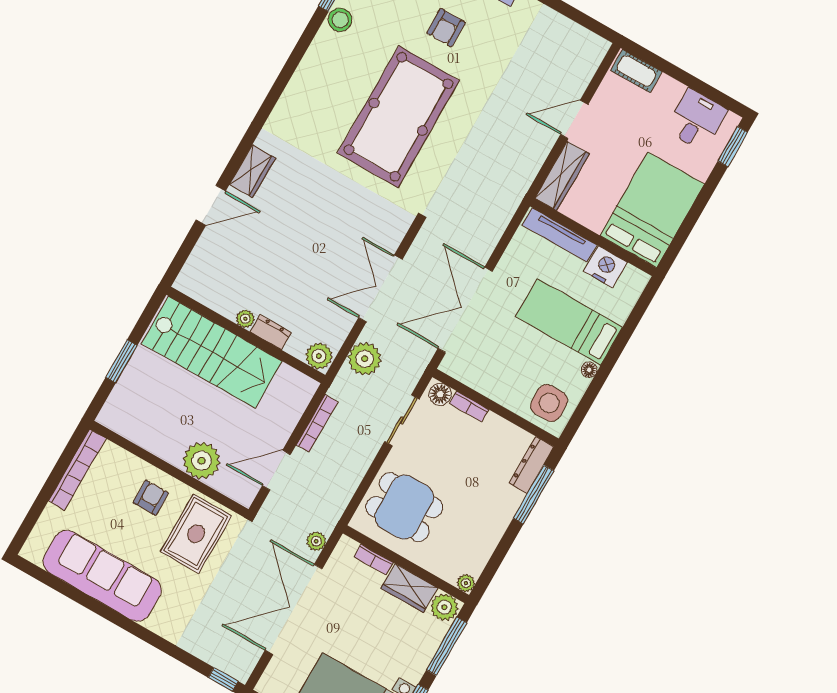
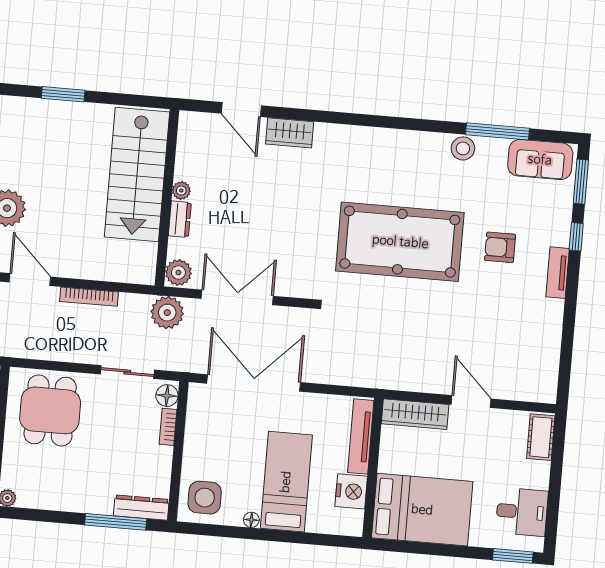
plant: (245, 319) -> (181, 191), moved
dresser: (271, 332) -> (180, 219), moved
wall: (246, 335) -> (167, 198), moved
stairs: (212, 352) -> (137, 174), moved
plant: (319, 356) -> (178, 272), moved

